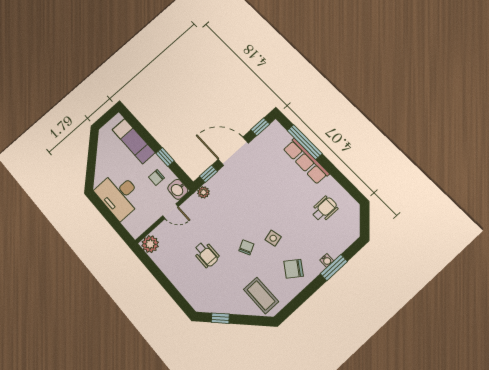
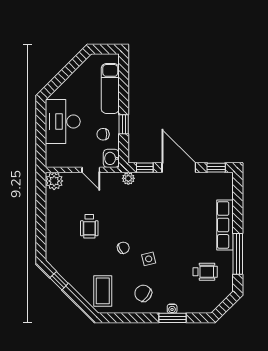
window: (305, 142) -> (238, 254), moved

